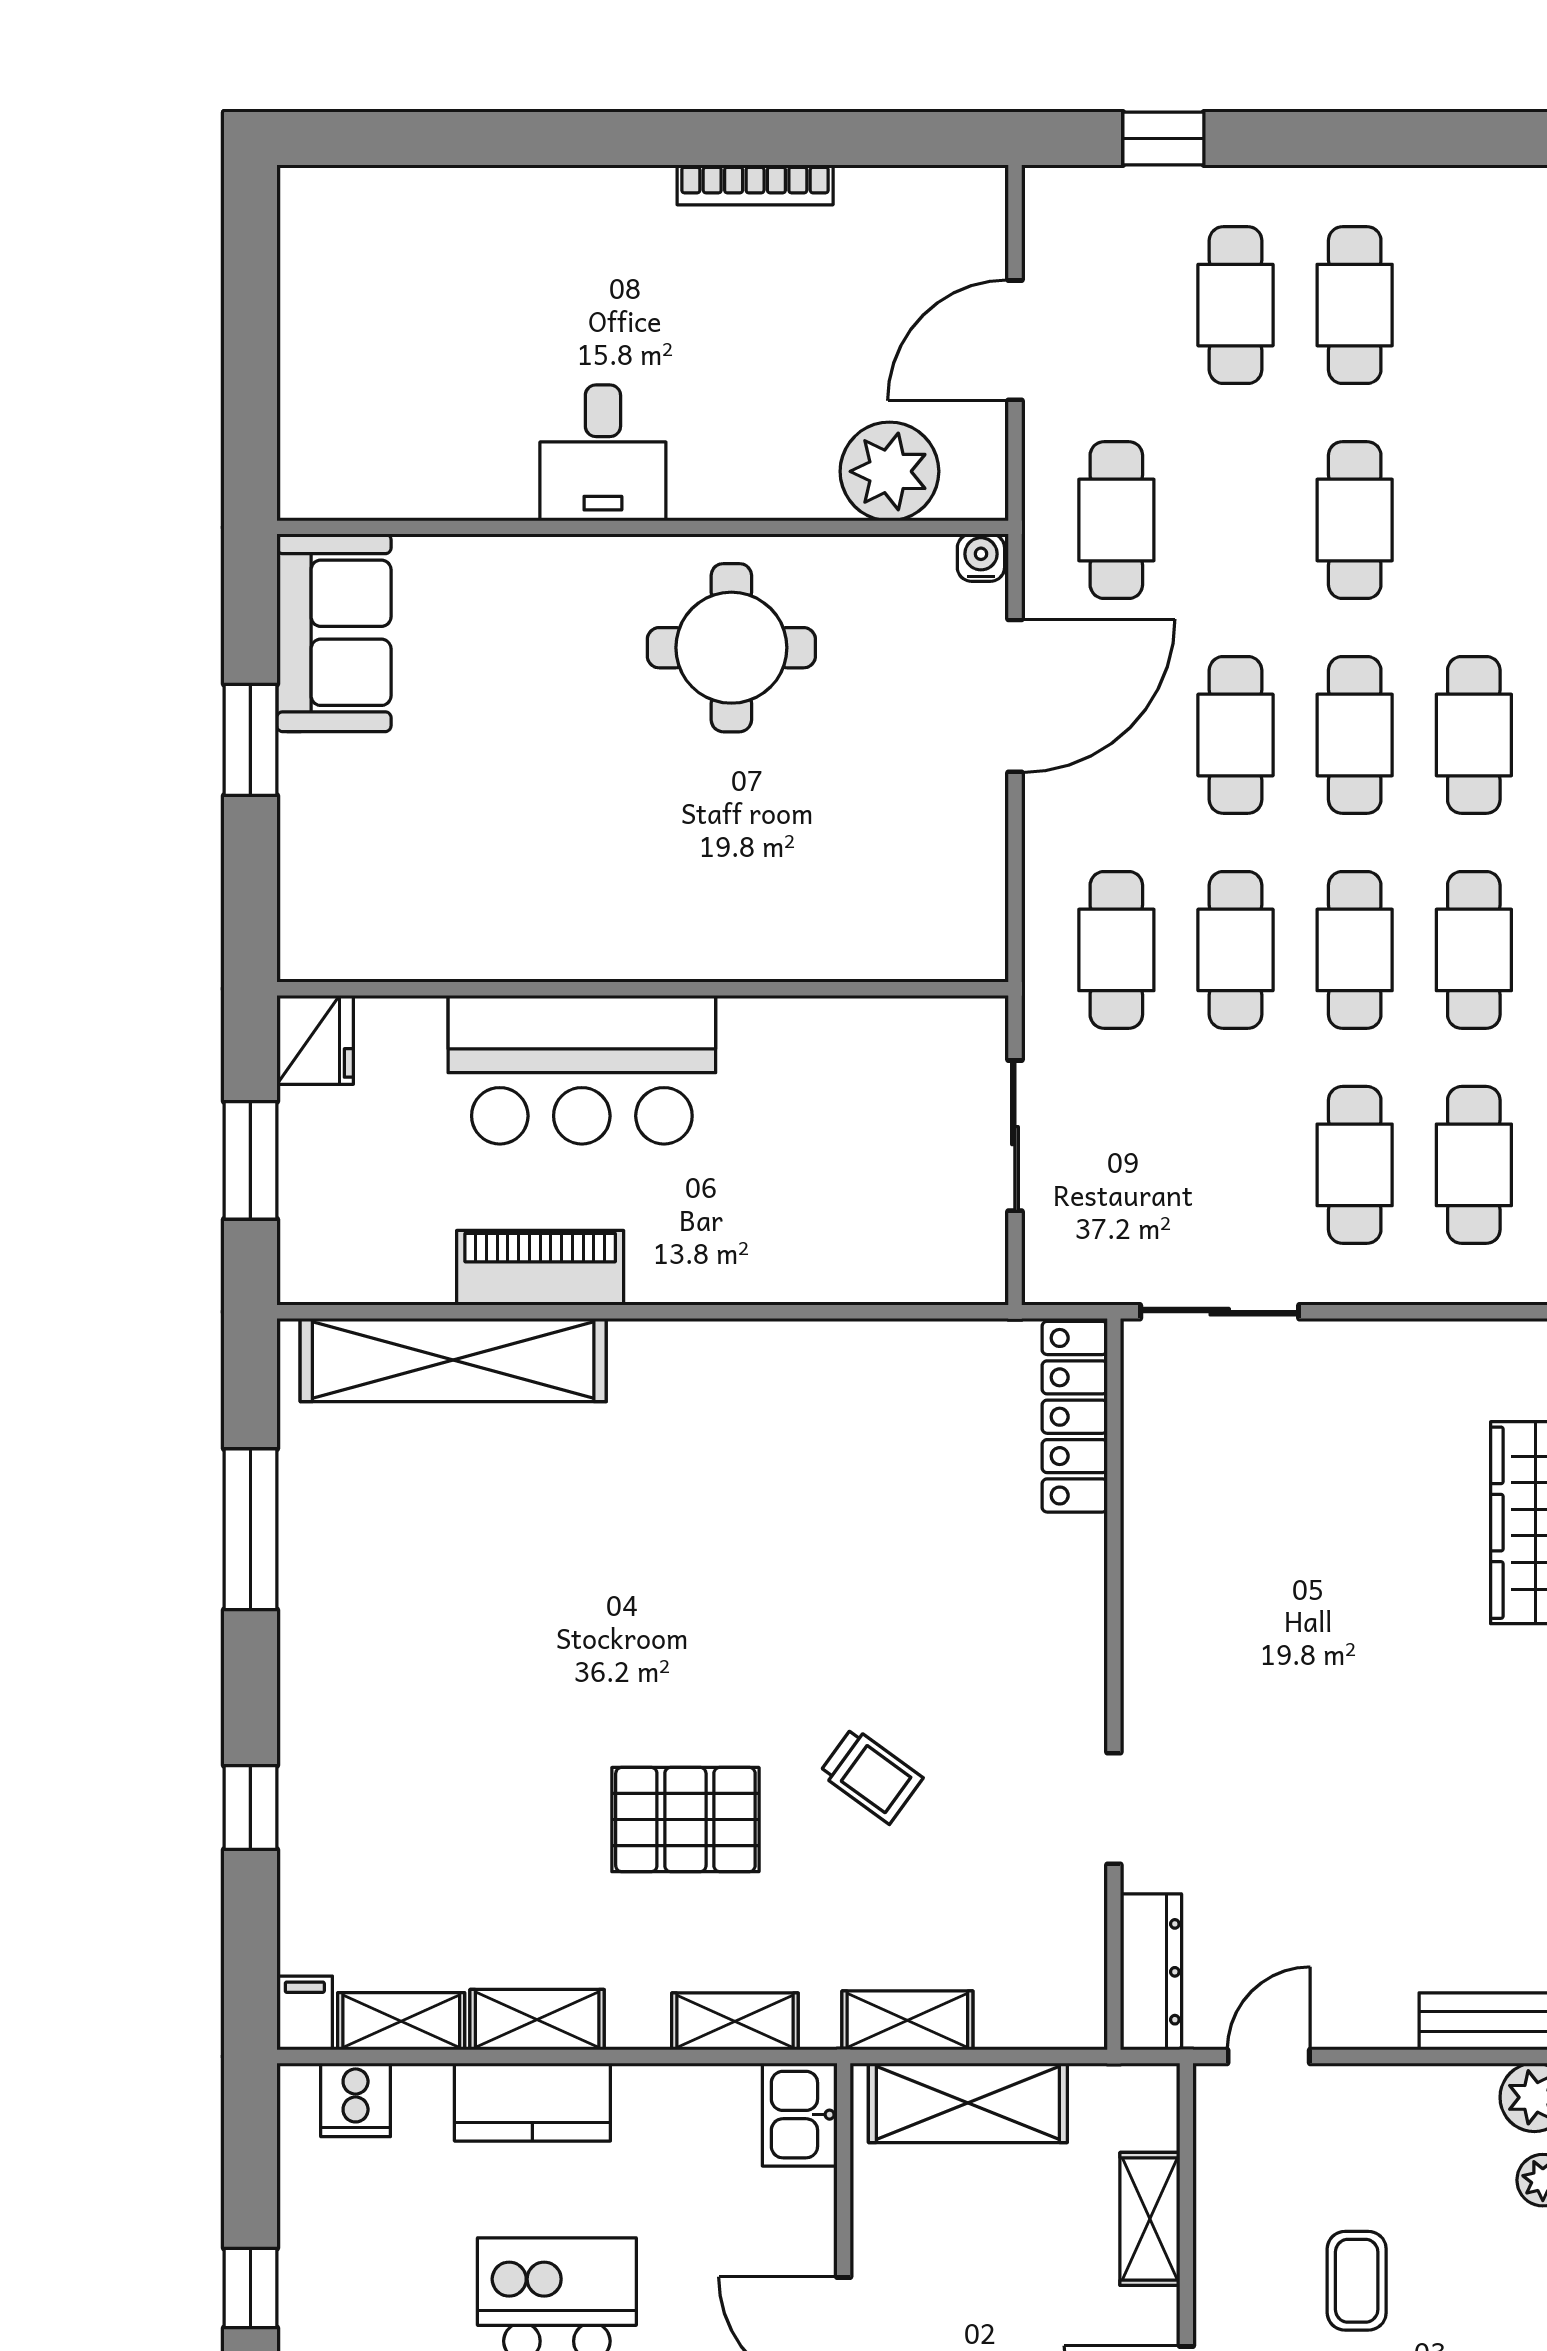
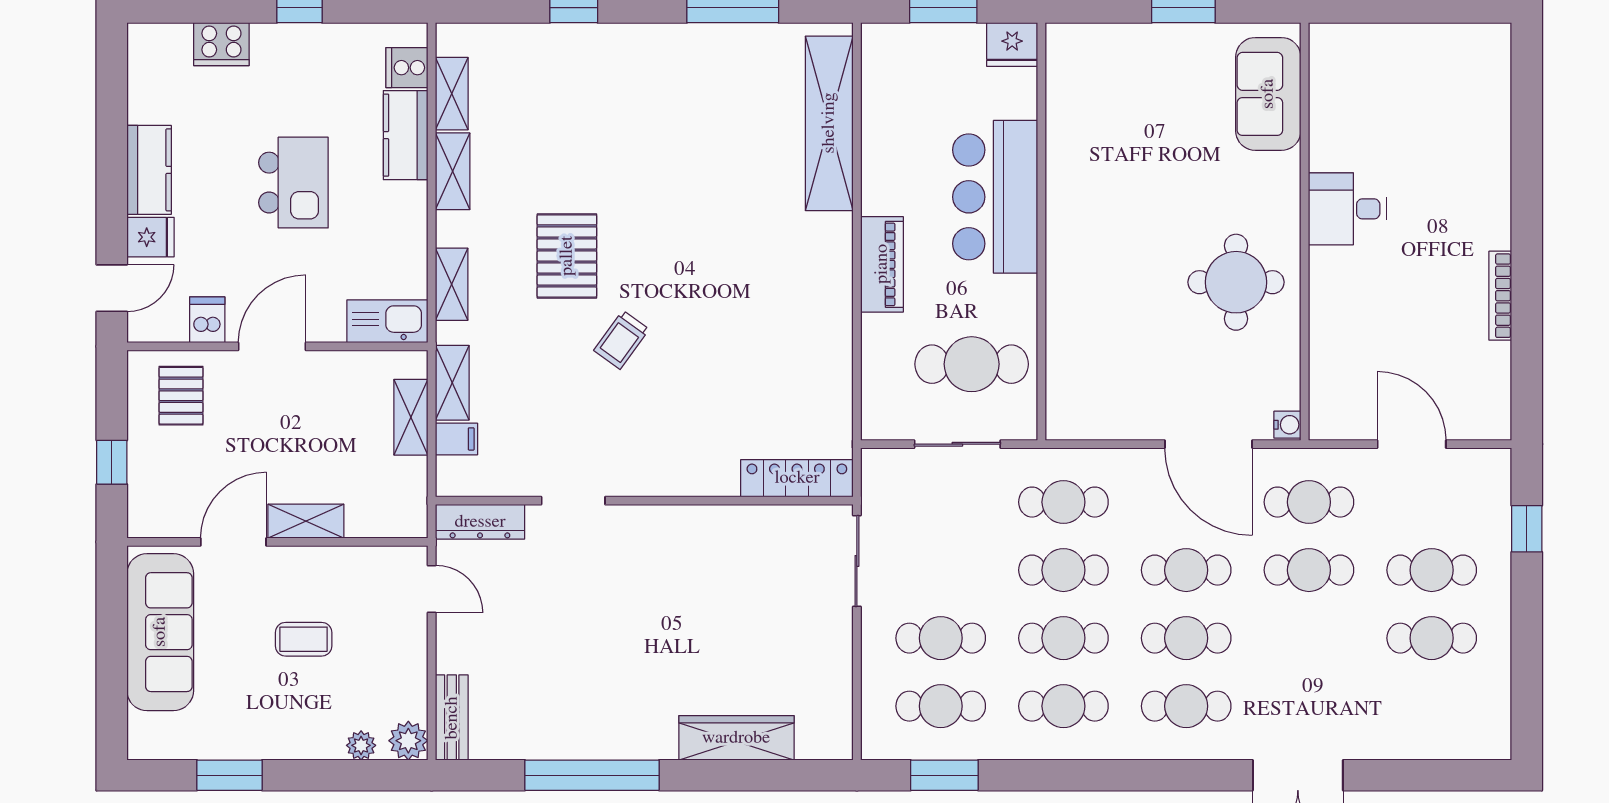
plant: (889, 471) -> (1337, 372), removed
cafe table: (1355, 520) -> (1309, 570), moved
sofa: (334, 633) -> (1268, 94), moved, turned 90
cafe table: (875, 1111) -> (972, 364), added
piano: (540, 1268) -> (882, 264), moved
trolley: (871, 1776) -> (621, 340), moved
filing cabinet: (305, 2013) -> (456, 439), moved
kitchen counter: (532, 2102) -> (406, 135), moved
shelving: (968, 2103) -> (411, 417), width x0.67, depth x0.75
kitchen sink: (800, 2115) -> (387, 321), width x1.38
shelving: (1150, 2219) -> (306, 521), moved

